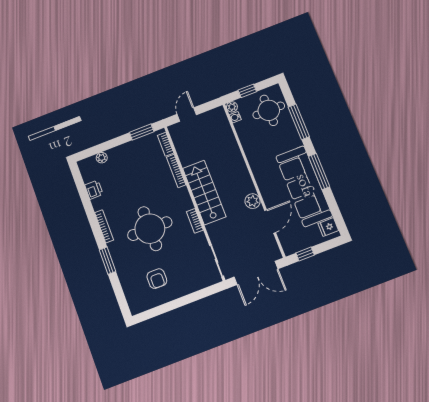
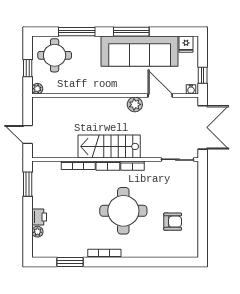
water cooler: (235, 117) -> (191, 89), moved
bookcase: (166, 144) -> (108, 166), moved
printer: (94, 190) -> (39, 217), moved, turned 90
window: (107, 261) -> (70, 262), moved

